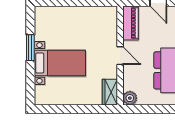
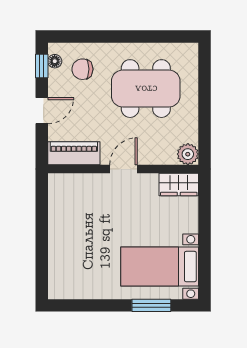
window: (30, 48) -> (151, 305), moved
bed with nightstands: (60, 63) -> (160, 267), moved, turned -90

